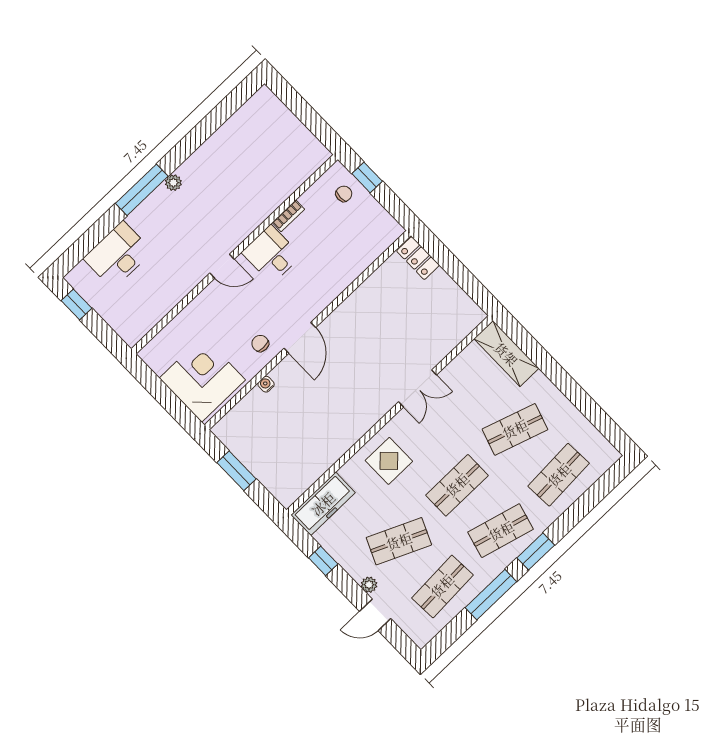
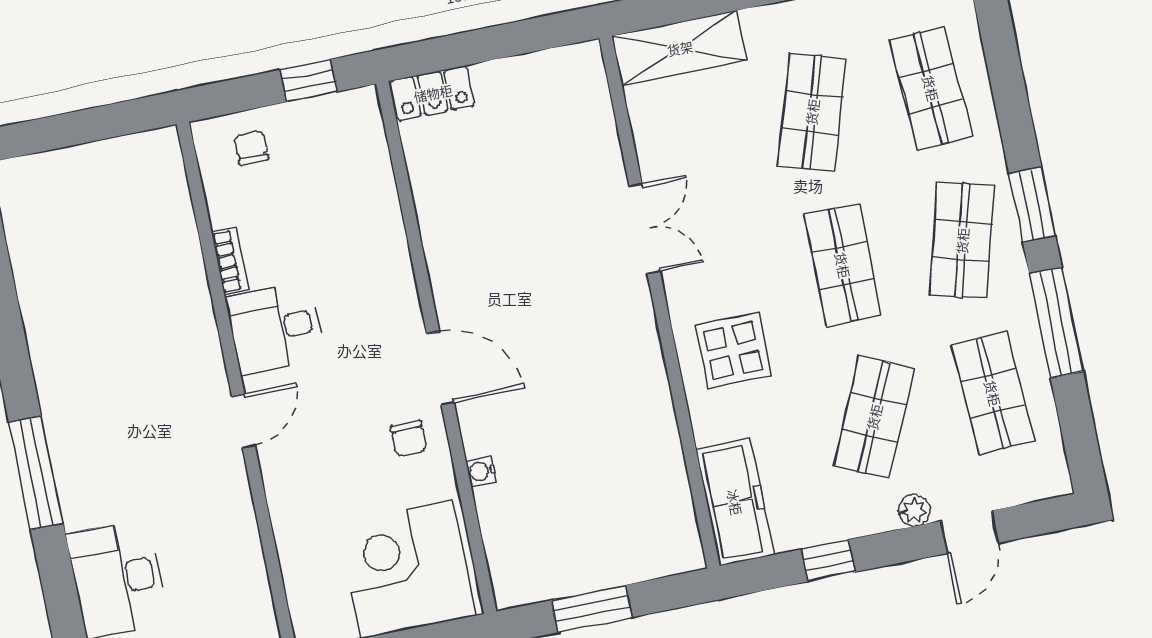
window: (367, 177) -> (309, 81), moved
plant: (173, 183) -> (57, 414), removed
chair: (260, 343) -> (409, 438), turned -90

